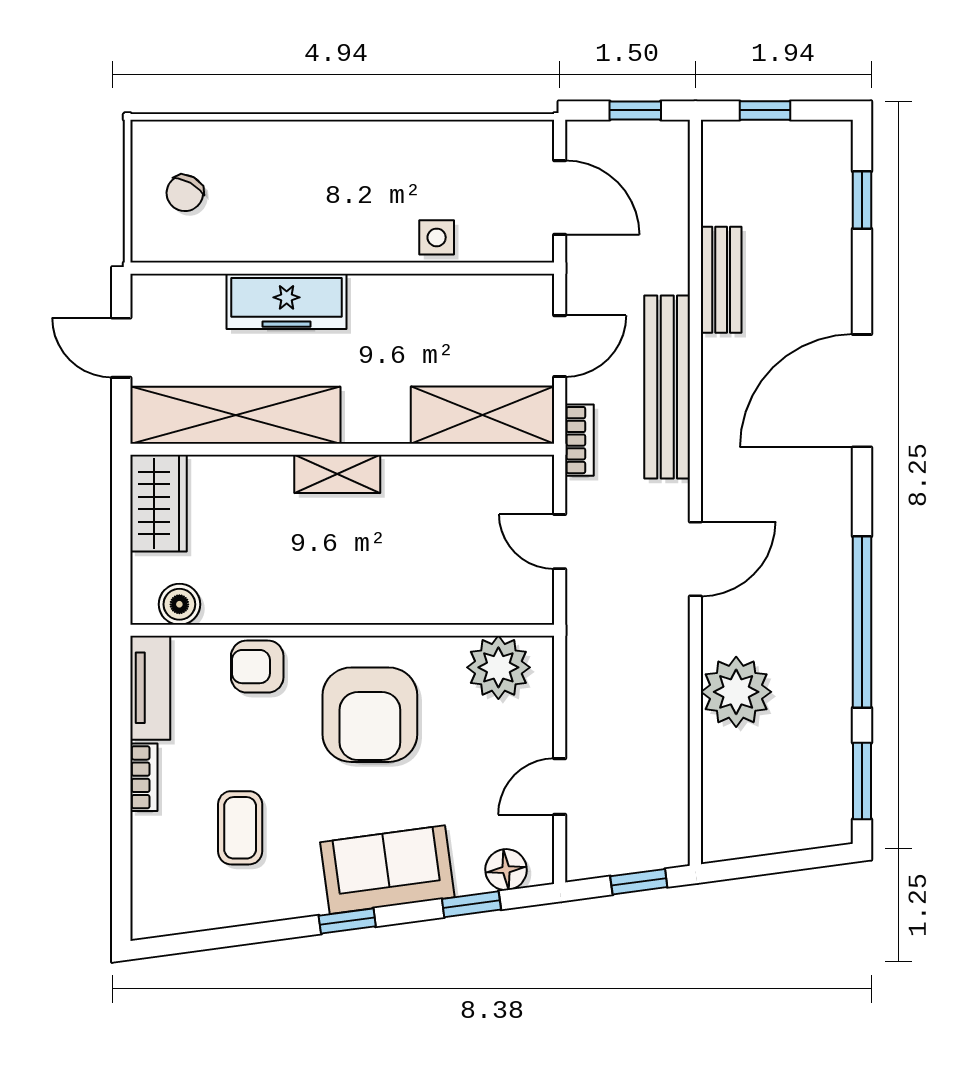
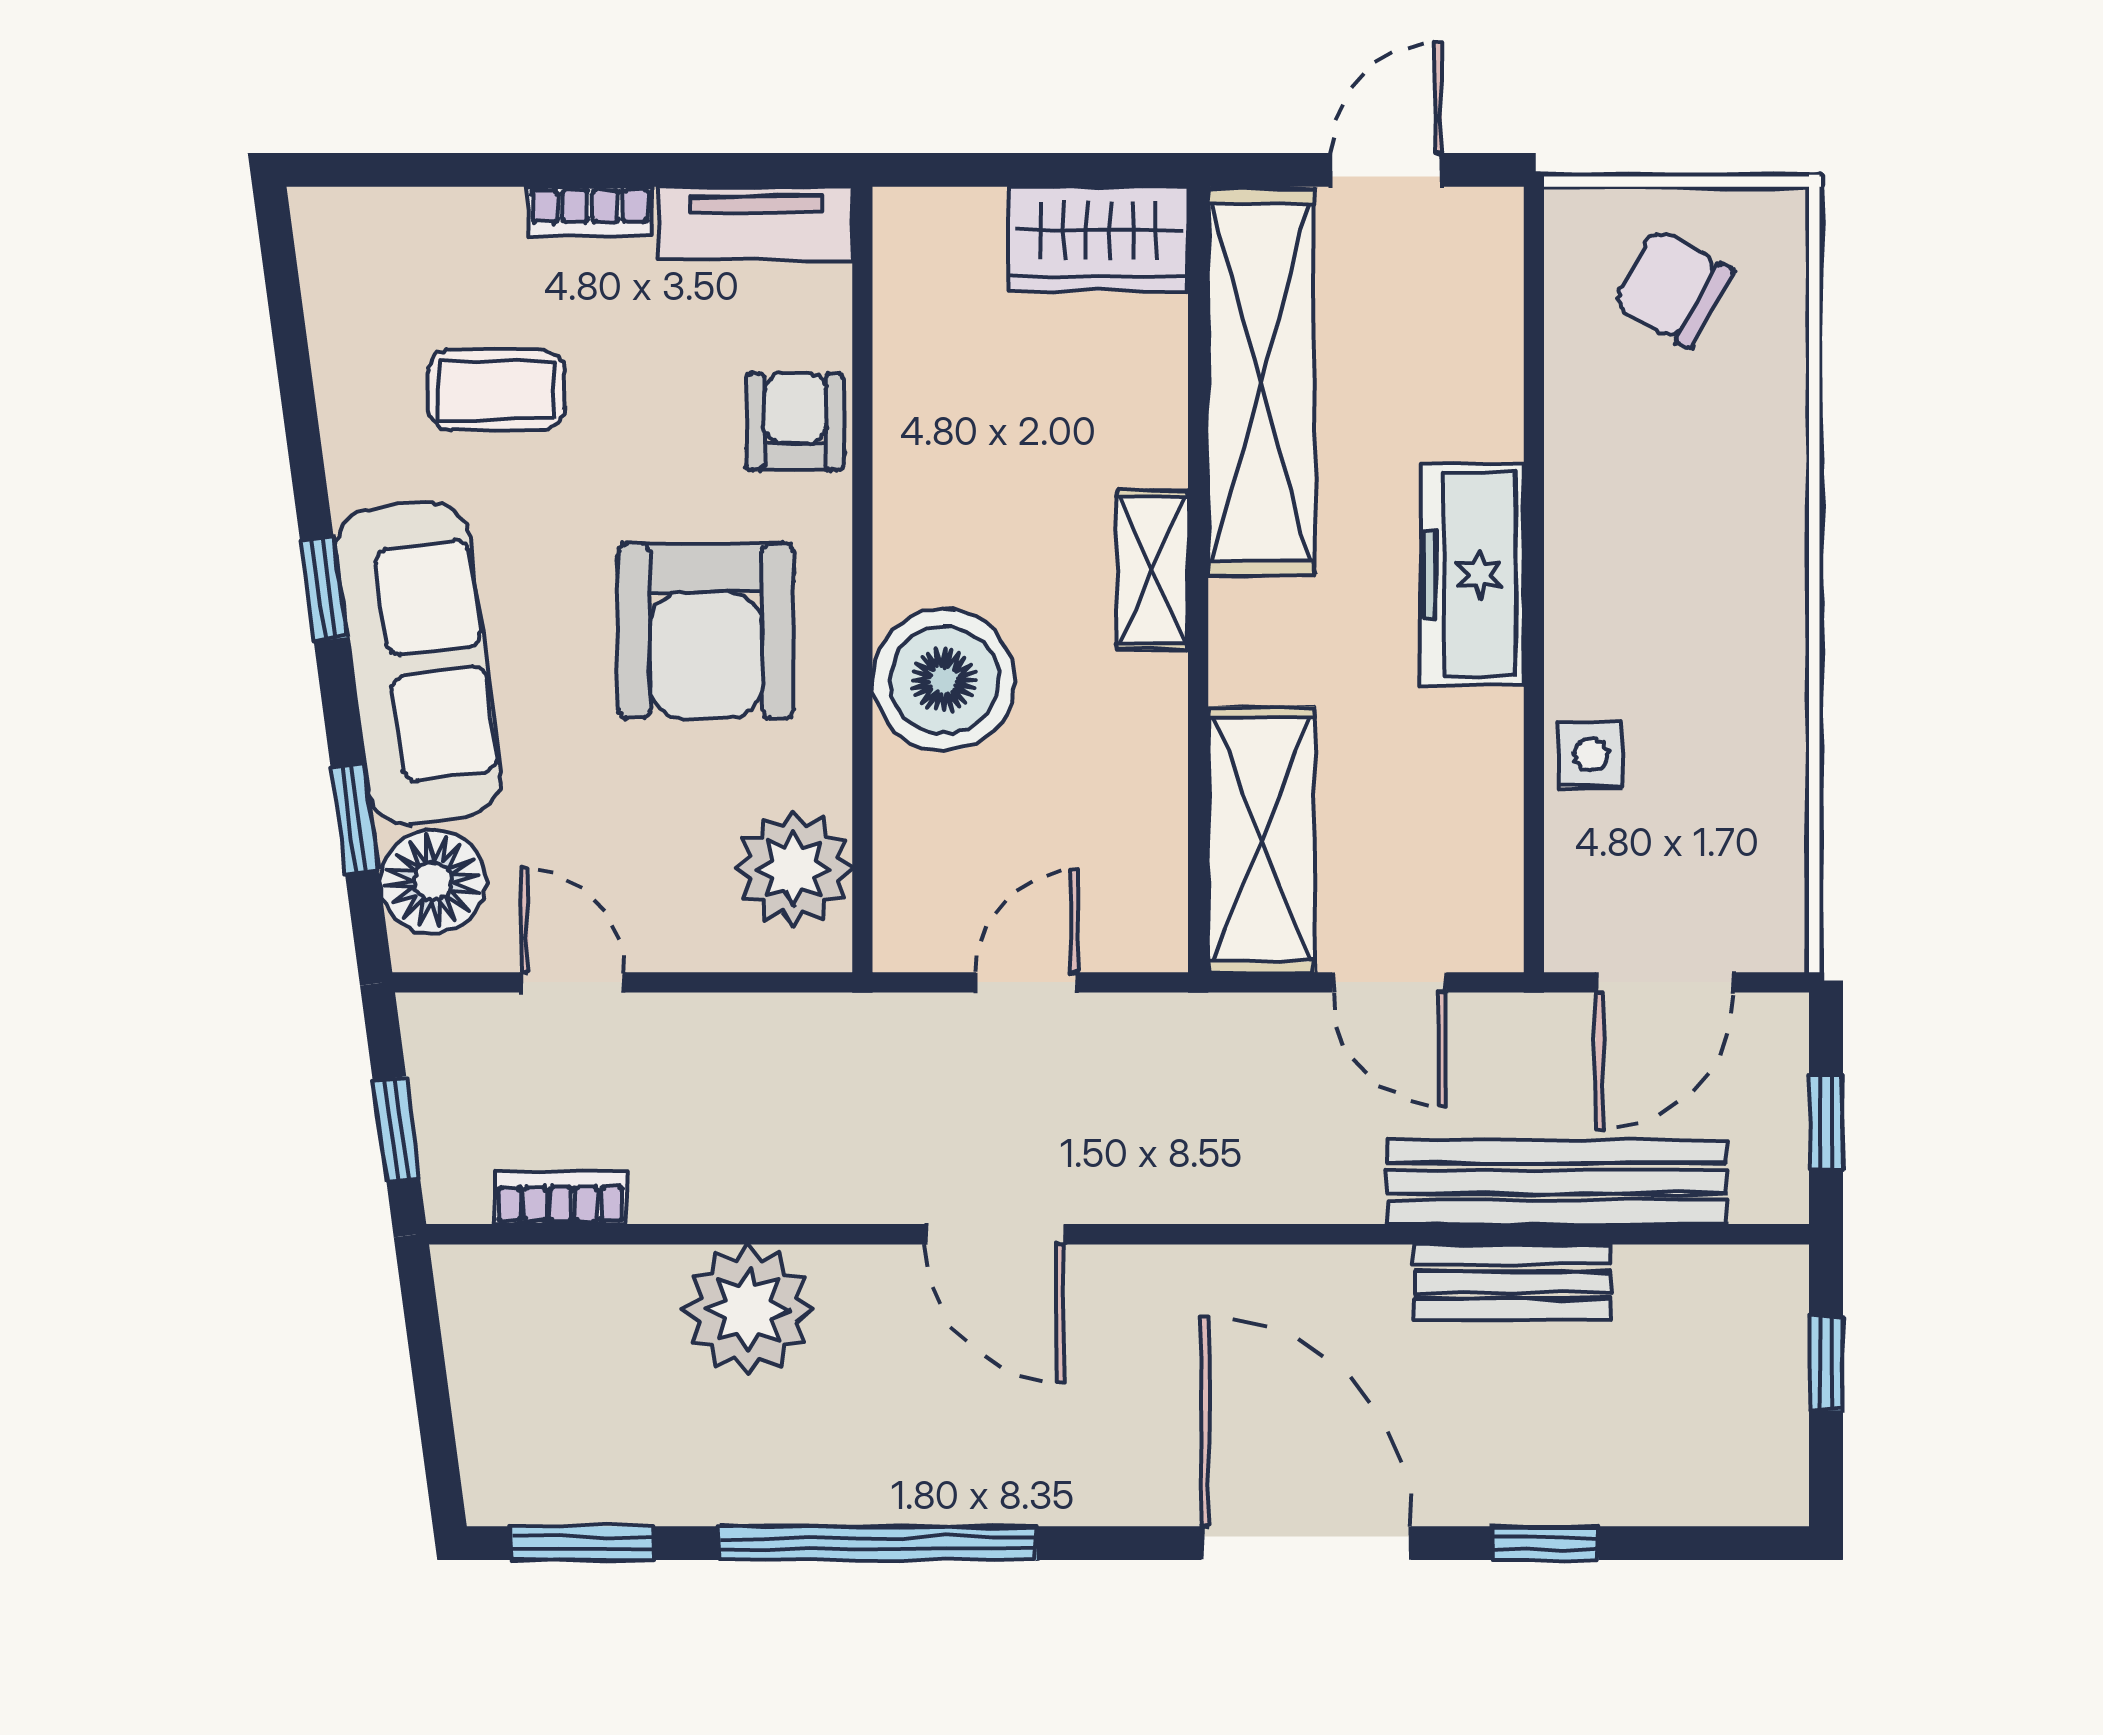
chair: (185, 193) -> (1673, 288), width x1.37, depth x1.37
window: (862, 200) -> (1545, 1543), moved
freezer: (287, 301) -> (1472, 574), moved
bench: (667, 387) -> (1557, 1182), moved
bookcase: (579, 440) -> (561, 1198), moved, turned 180
boiler: (179, 604) -> (944, 680), moved, width x1.86, depth x1.86
armchair: (370, 715) -> (706, 631), turned -90
sofa: (387, 870) -> (419, 663), width x1.36
floor lamp: (506, 870) -> (433, 881), width x1.38, depth x1.38

